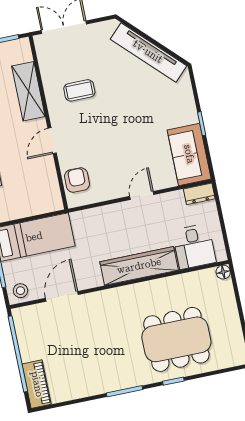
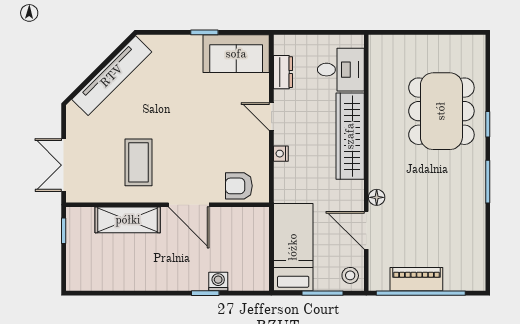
coffee table: (79, 90) -> (138, 162), width x1.36, depth x1.30
door: (52, 141) -> (189, 205), width x1.38
dresser: (199, 194) -> (283, 72), moved
nightstand: (112, 210) -> (281, 154), added
floor lamp: (223, 272) -> (377, 197), moved
piano: (37, 384) -> (416, 279), moved

